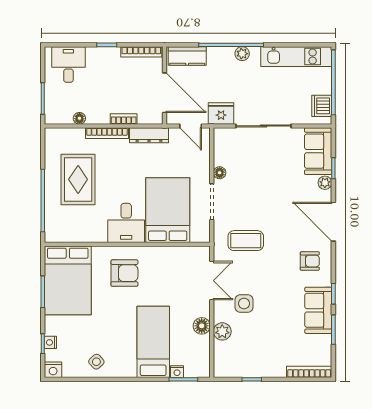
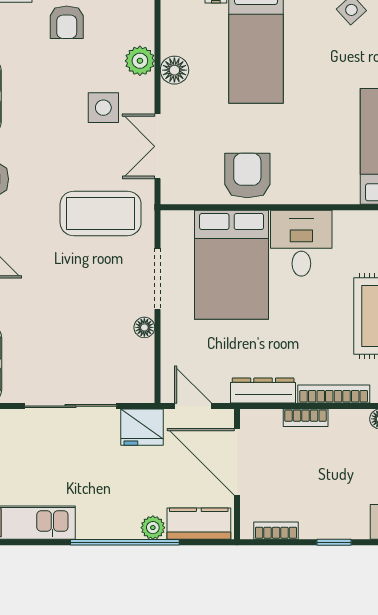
bookcase: (141, 52) -> (276, 531), width x0.64
plant: (242, 54) -> (153, 528), moved
coffee table: (246, 241) -> (101, 213), width x1.36, depth x1.32
armchair: (124, 273) -> (247, 176), moved, turned 90
armchair: (266, 354) -> (67, 22), added

